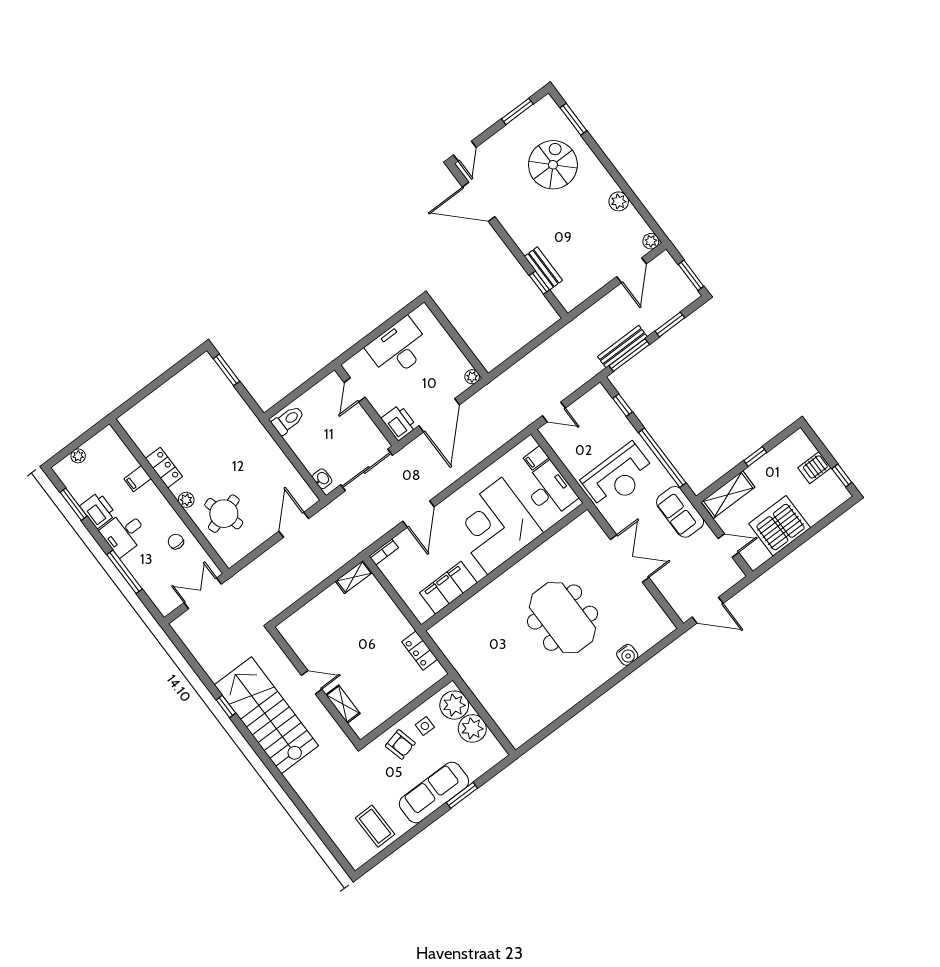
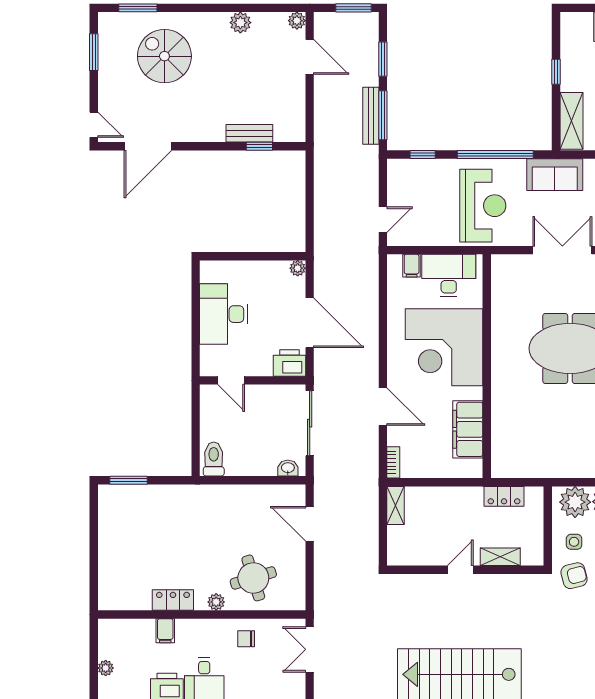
door: (312, 682) -> (460, 570), moved
wall: (314, 686) -> (465, 570), moved
shelving: (343, 704) -> (500, 557), moved

